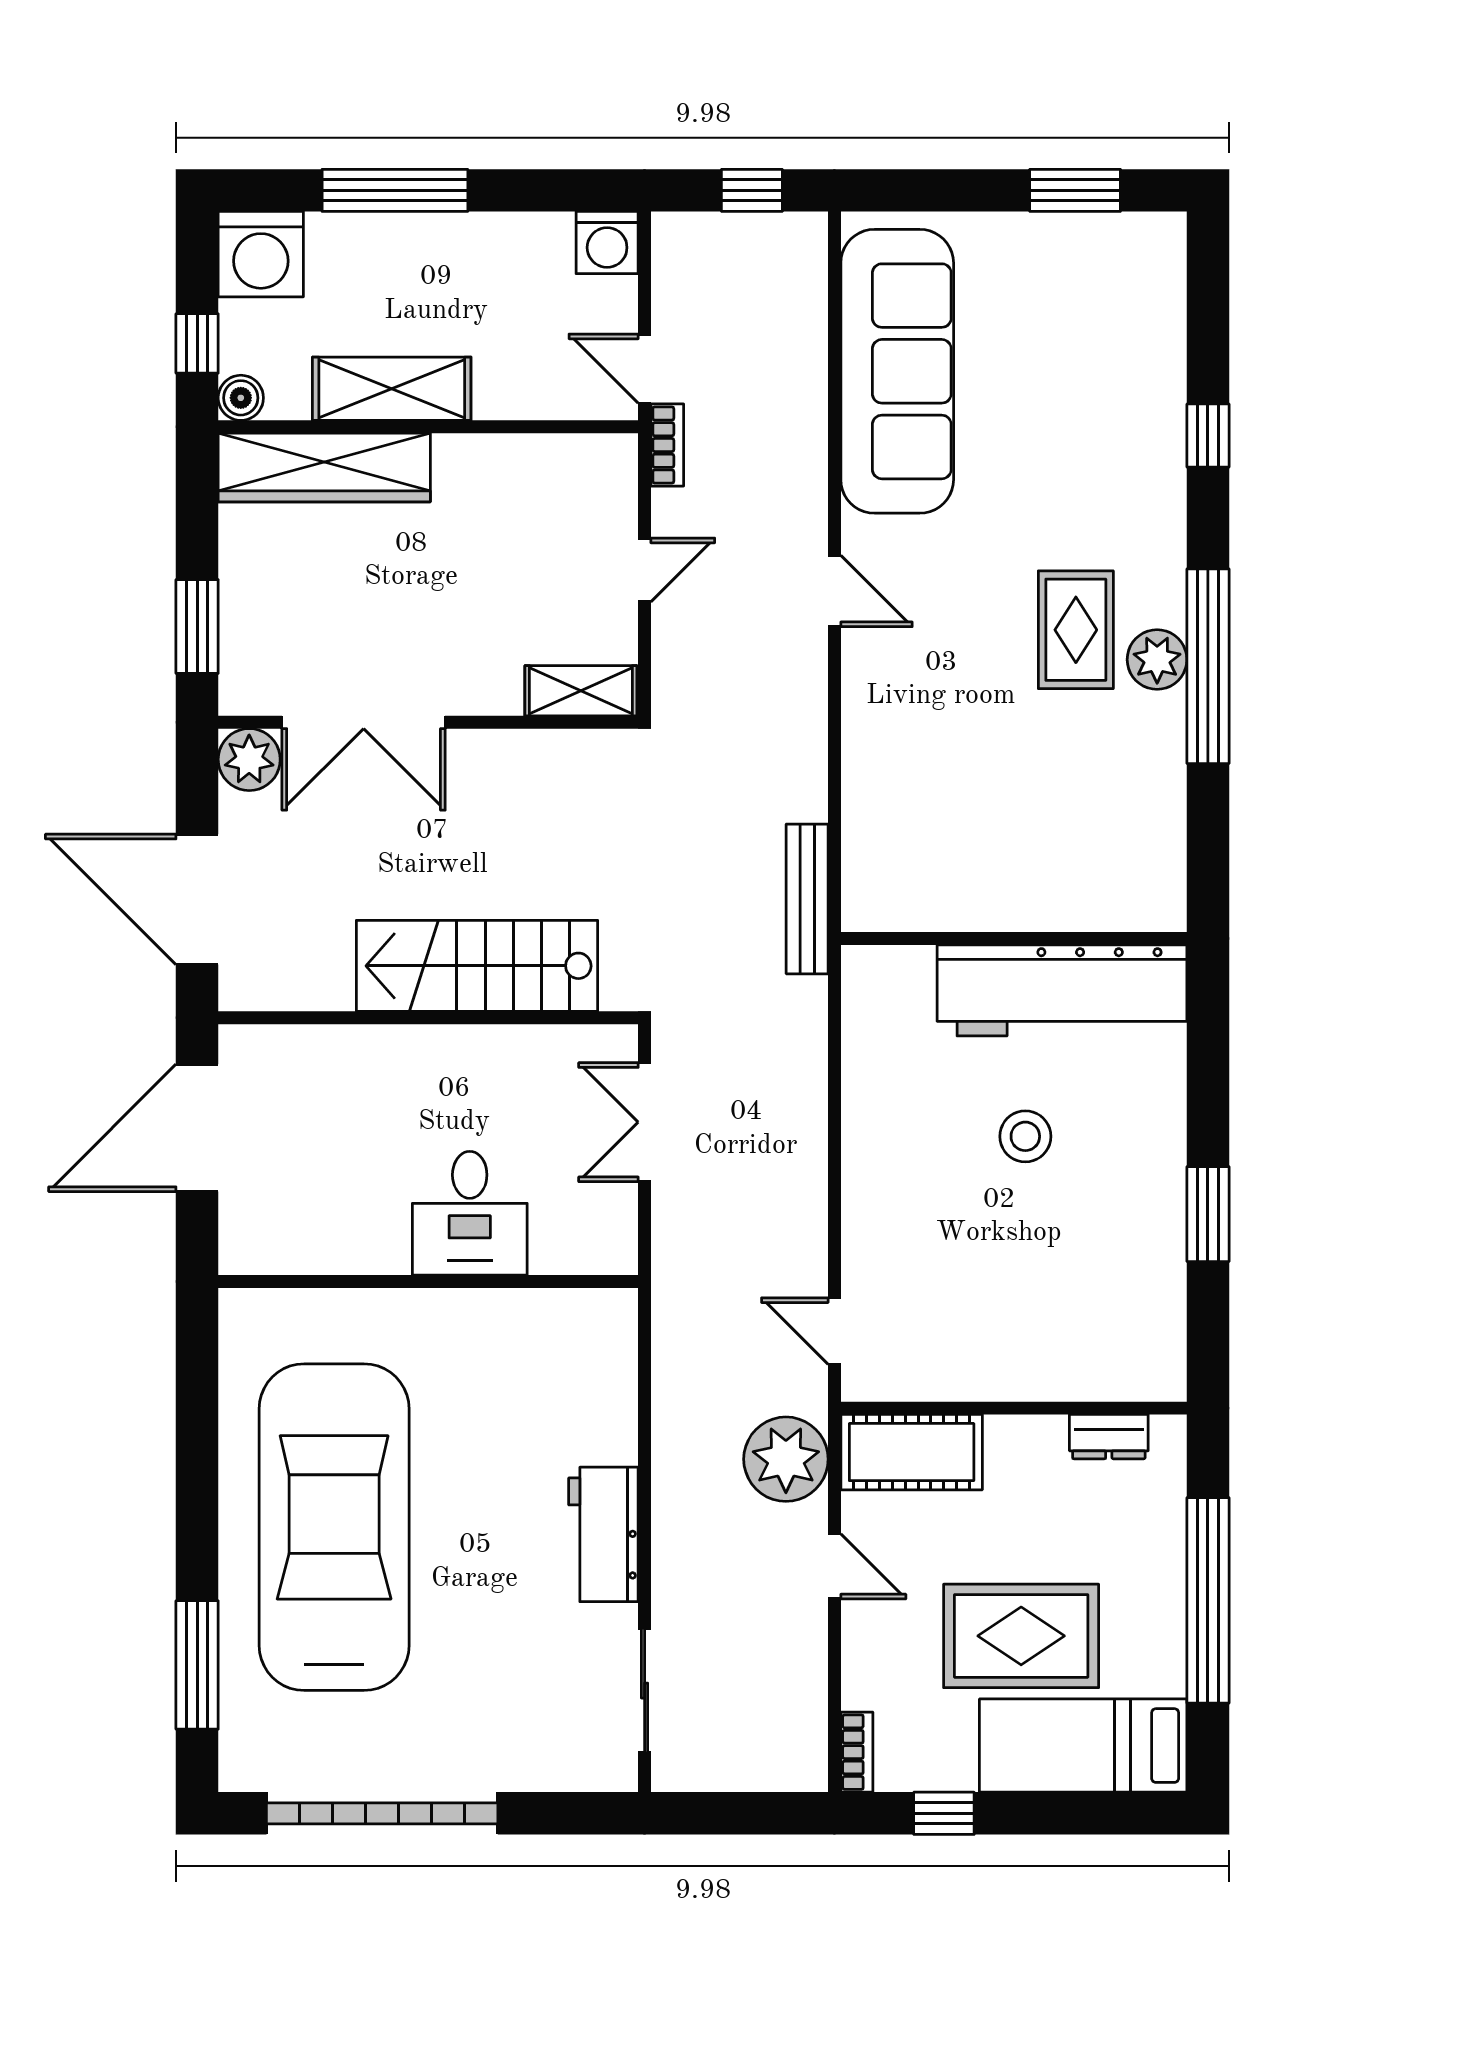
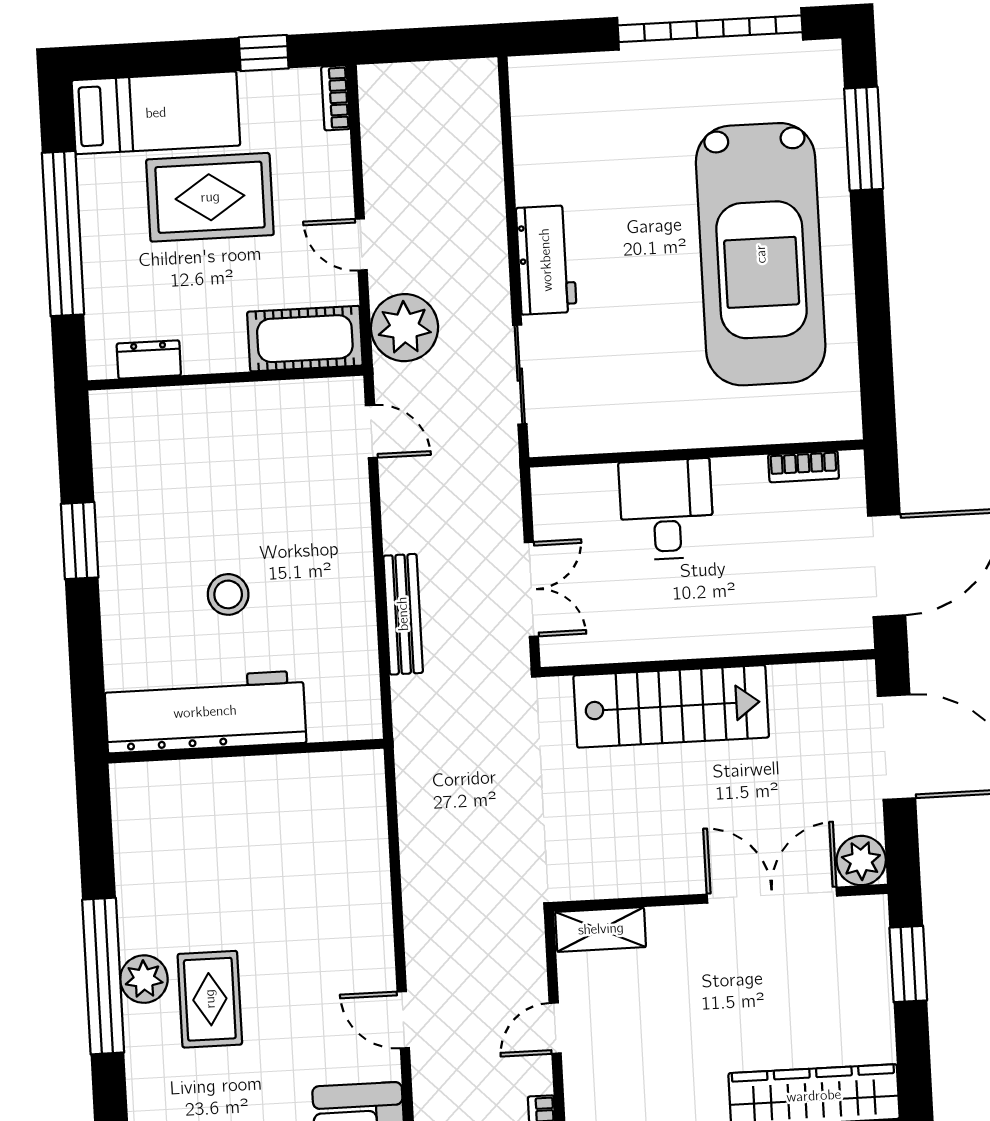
bench: (807, 899) -> (403, 614), moved
bookcase: (295, 1258) -> (804, 467), added
sliding door: (645, 1691) -> (520, 375), moved

